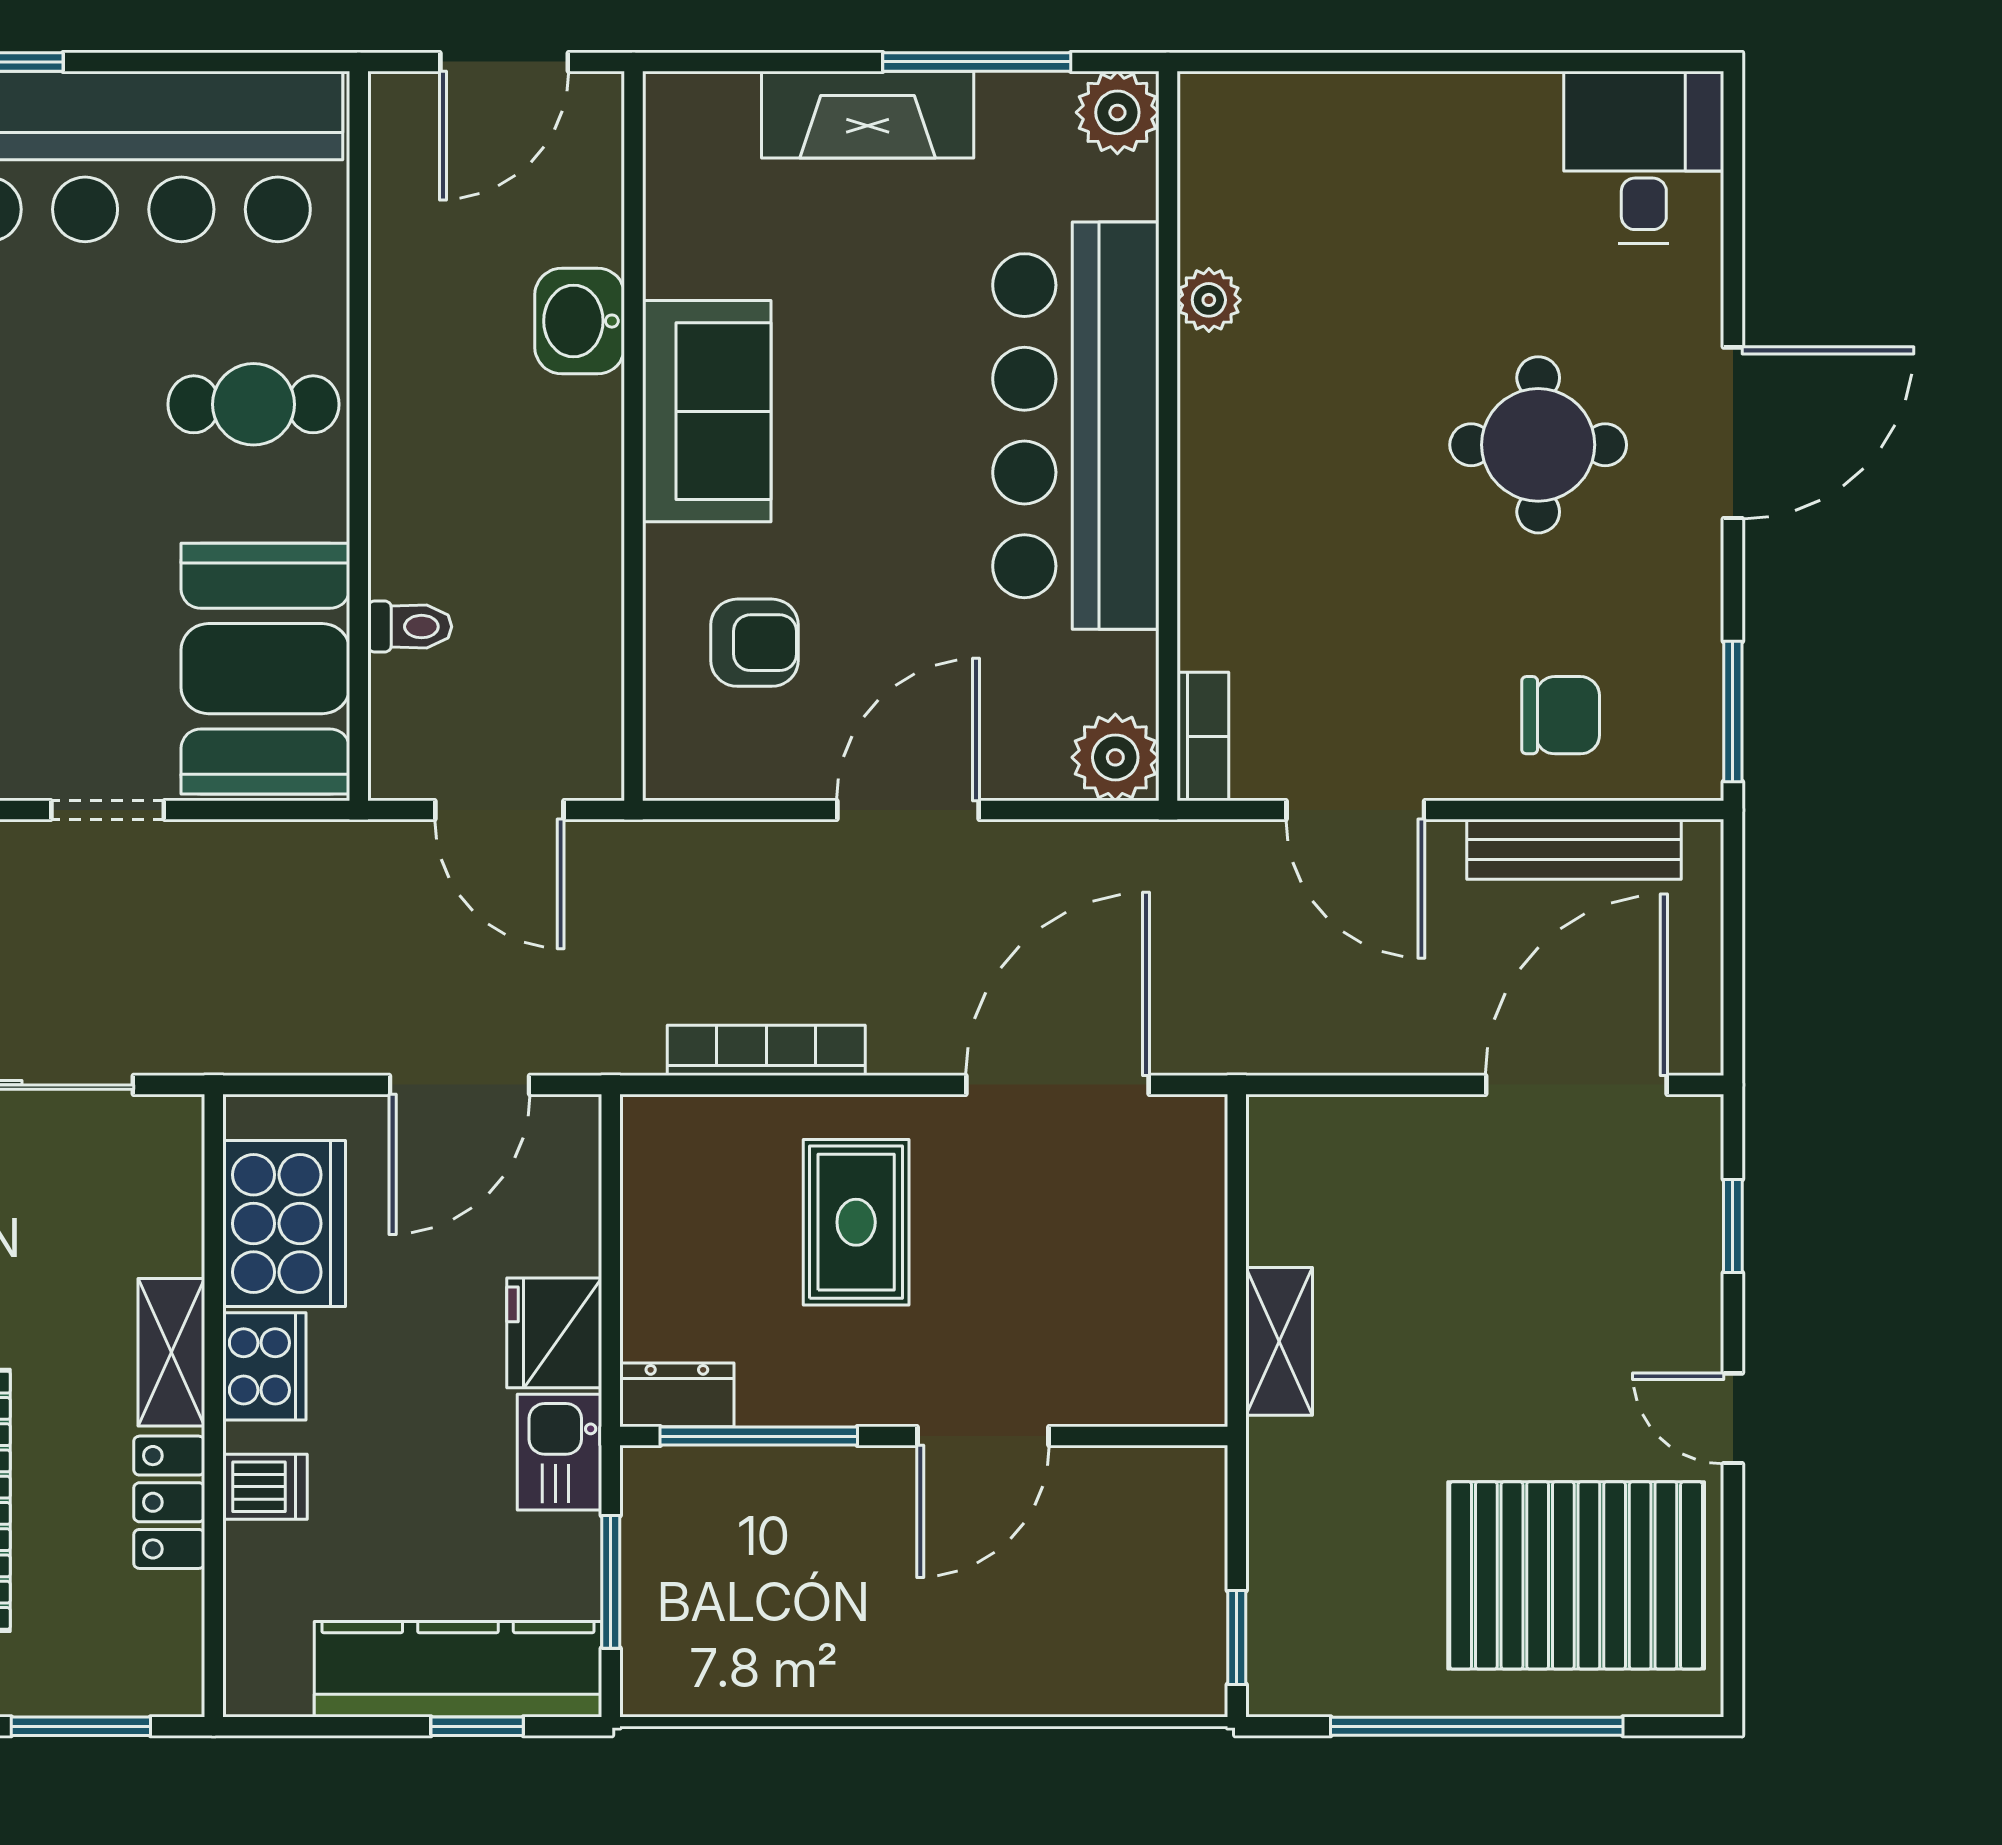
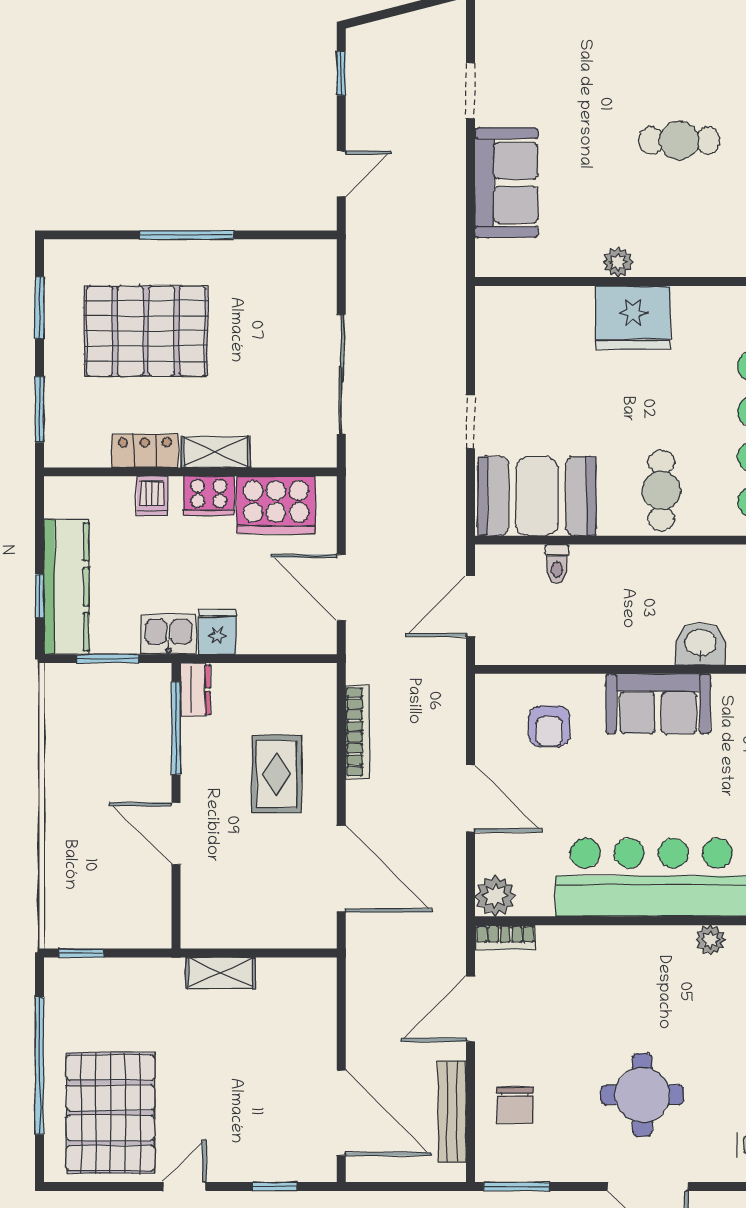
rug: (856, 1222) -> (277, 774), turned 90
fridge: (554, 1333) -> (217, 632), width x0.72

